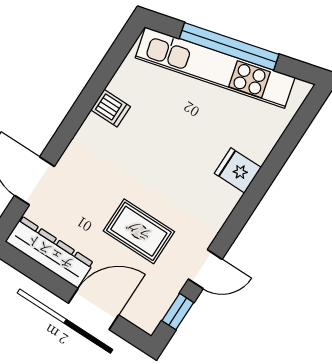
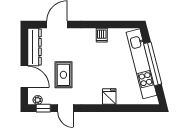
plant: (155, 312) -> (38, 100), added

